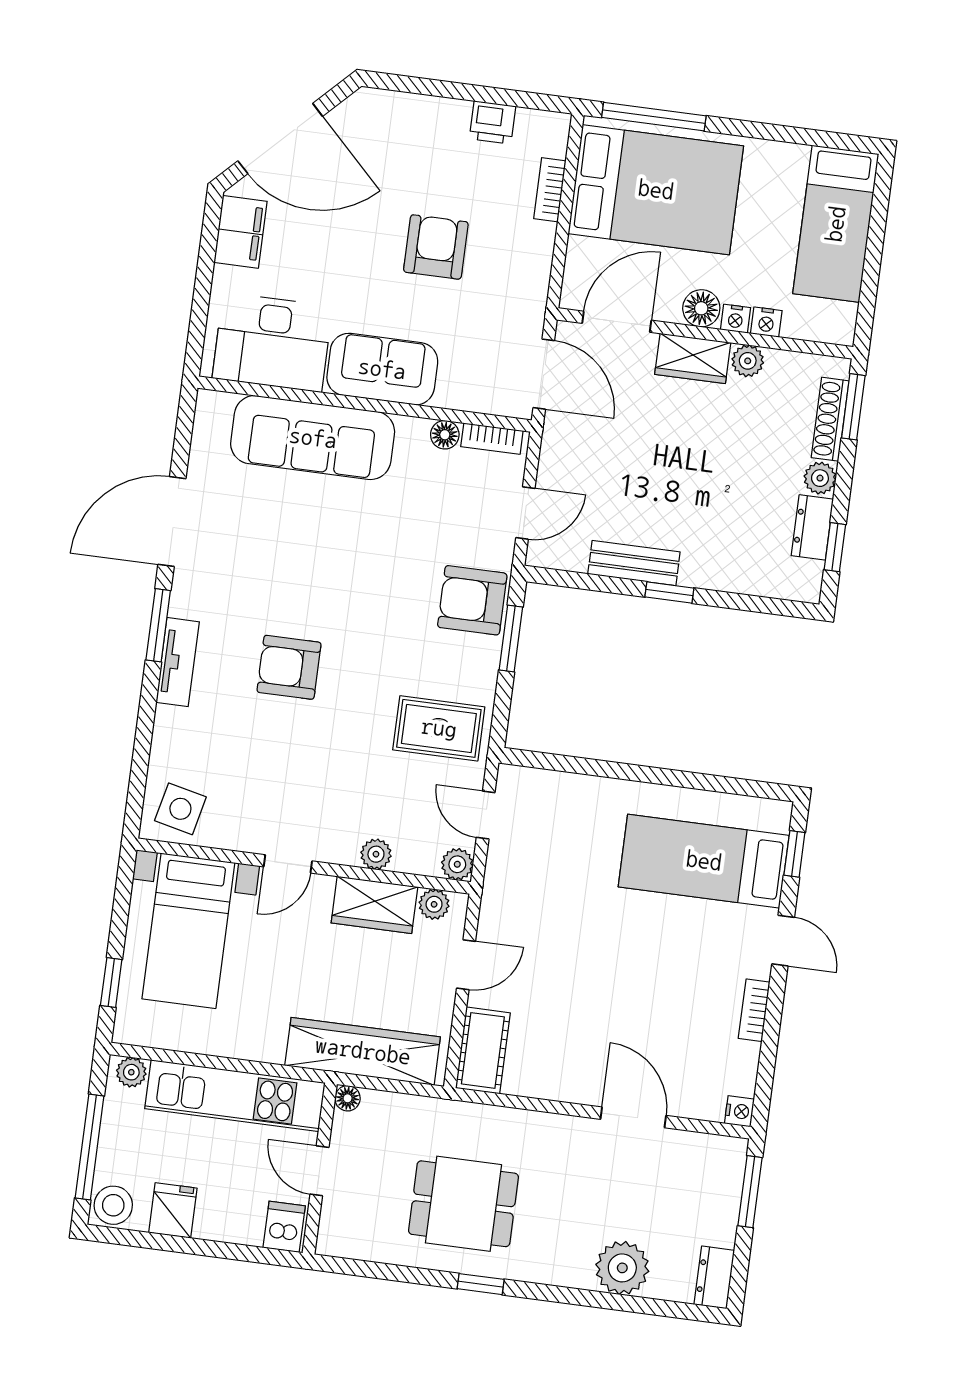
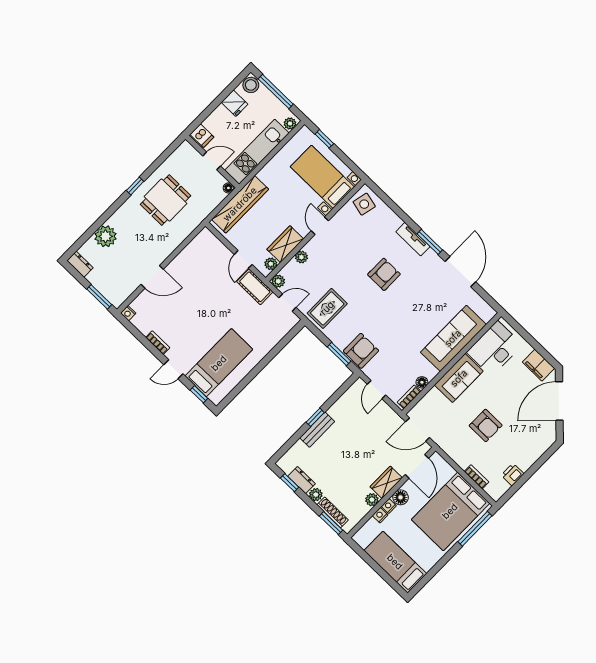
bench: (634, 563) -> (317, 430), moved
cot: (483, 1050) -> (255, 287), moved

